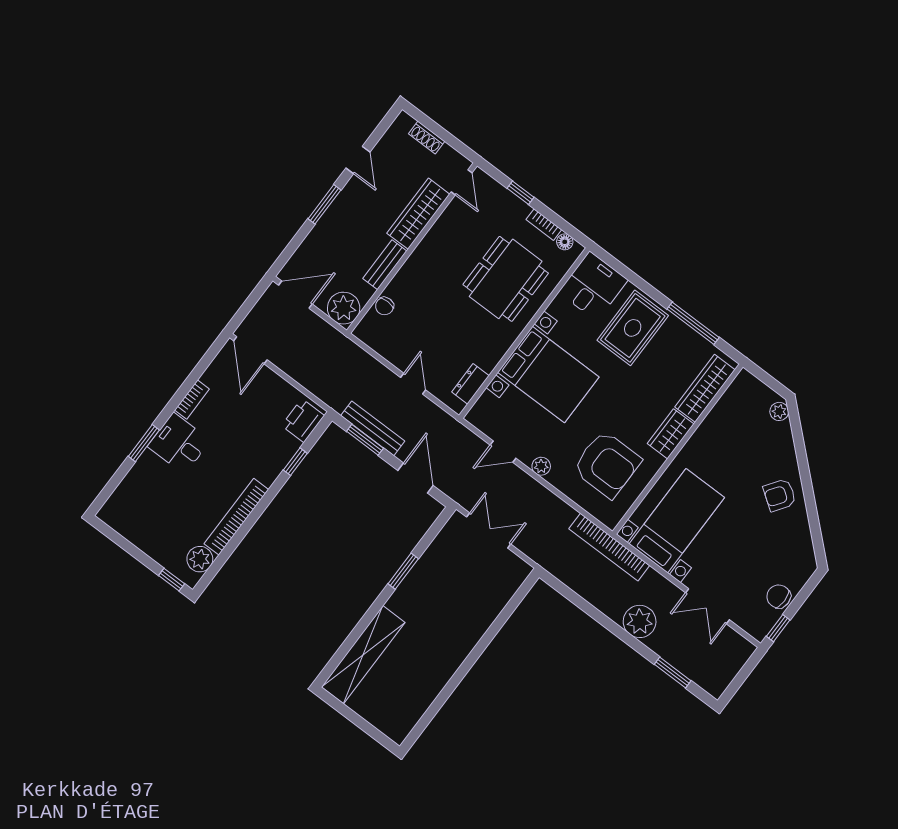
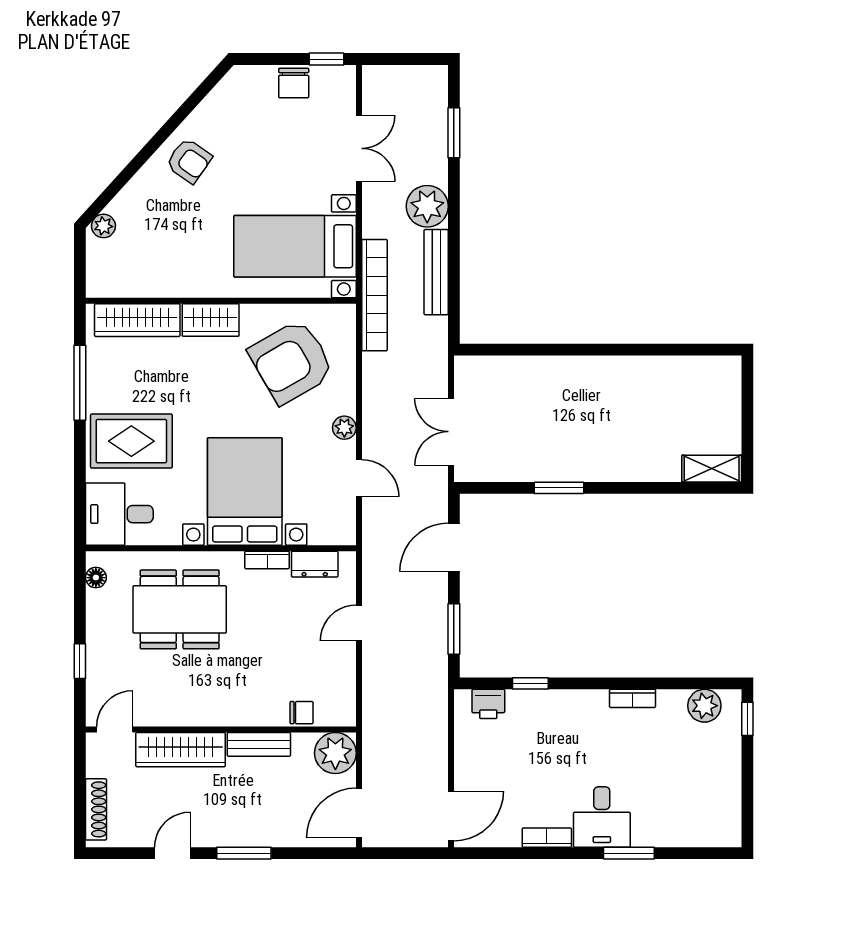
shoe rack: (427, 137) -> (96, 809), width x1.43
bookcase: (544, 225) -> (267, 560), moved, turned 90
door: (295, 295) -> (359, 813), hinge flipped
printer: (303, 421) -> (488, 704), width x0.73, depth x0.81
bench: (373, 428) -> (436, 272), moved
armchair: (607, 464) -> (291, 362), turned -120
bookcase: (236, 517) -> (633, 698), width x0.43, depth x0.76
shelving: (363, 655) -> (712, 469), width x0.45, depth x0.75

